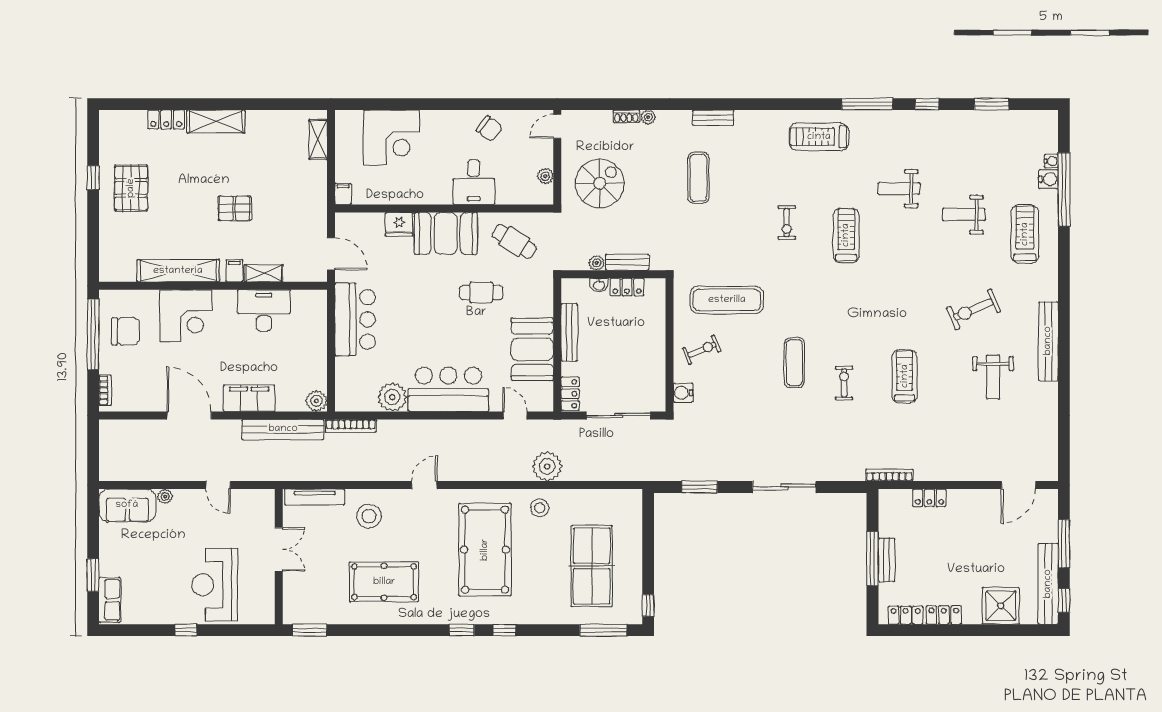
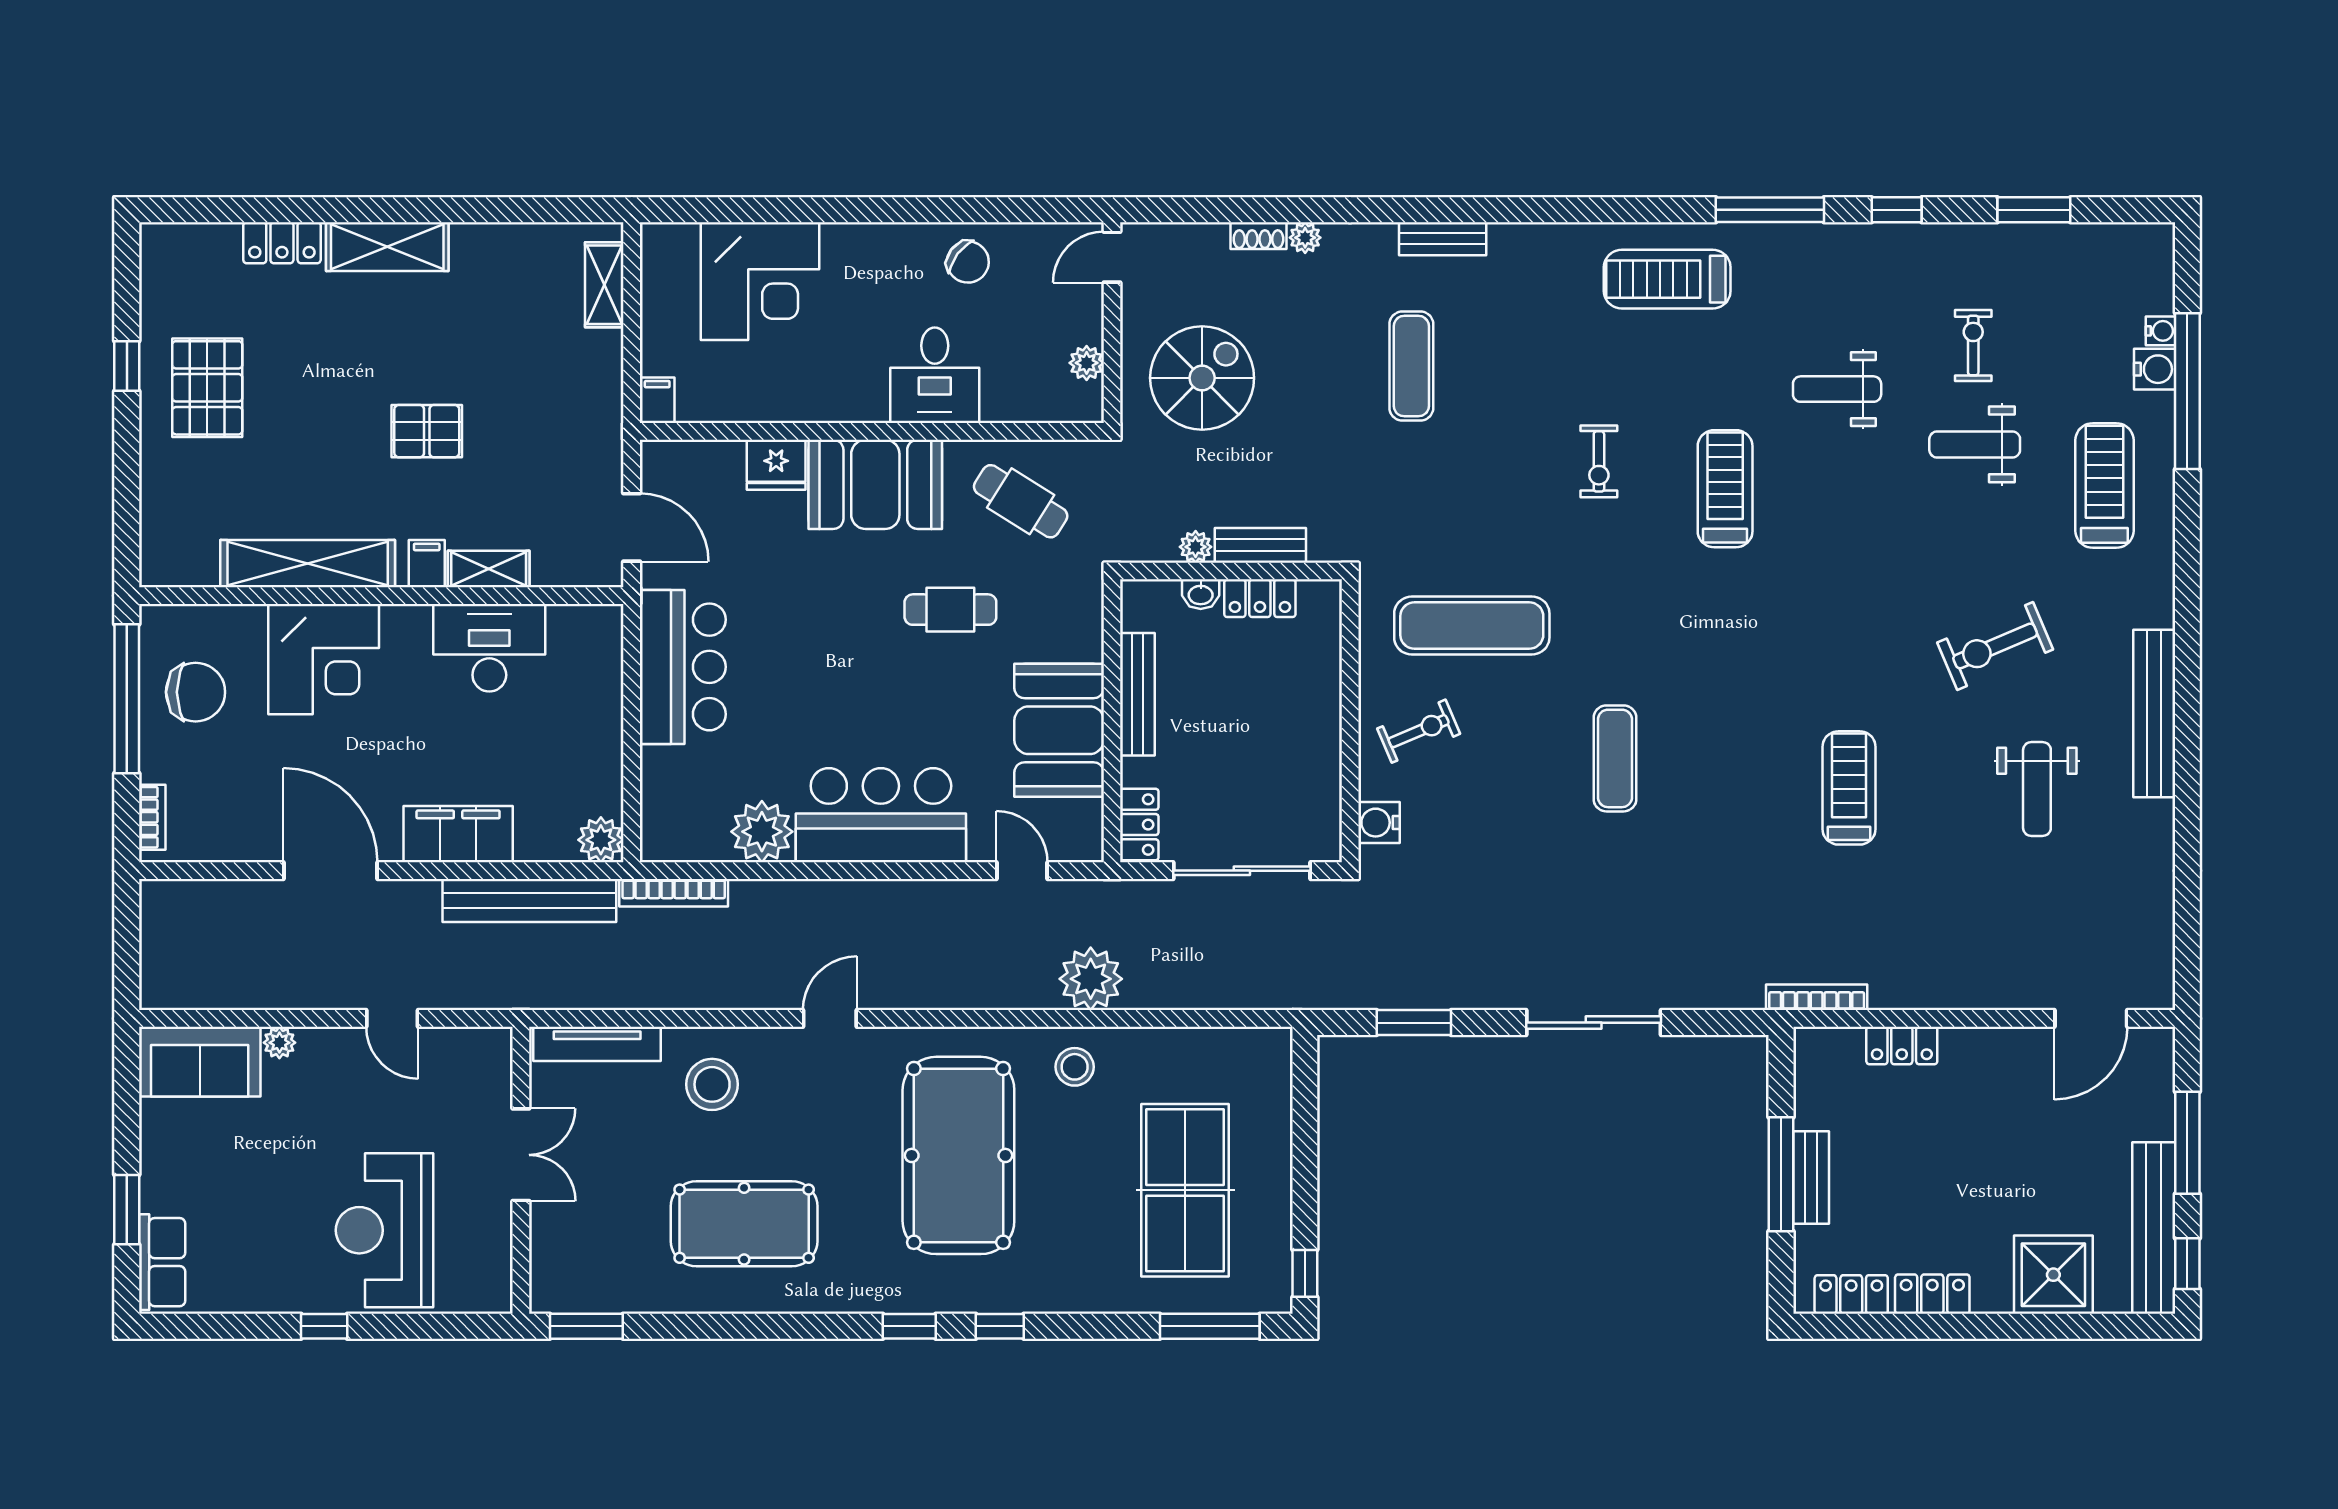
exercise bike: (844, 383) -> (1973, 345), moved

